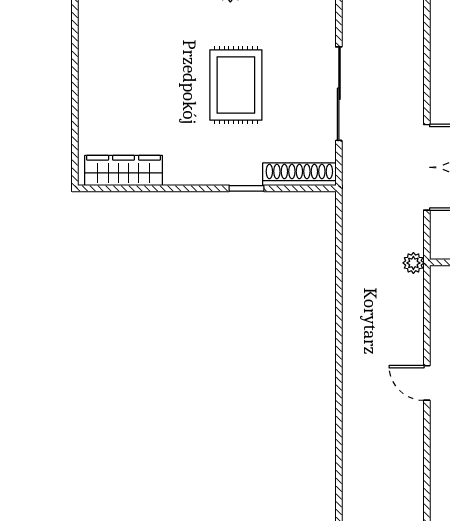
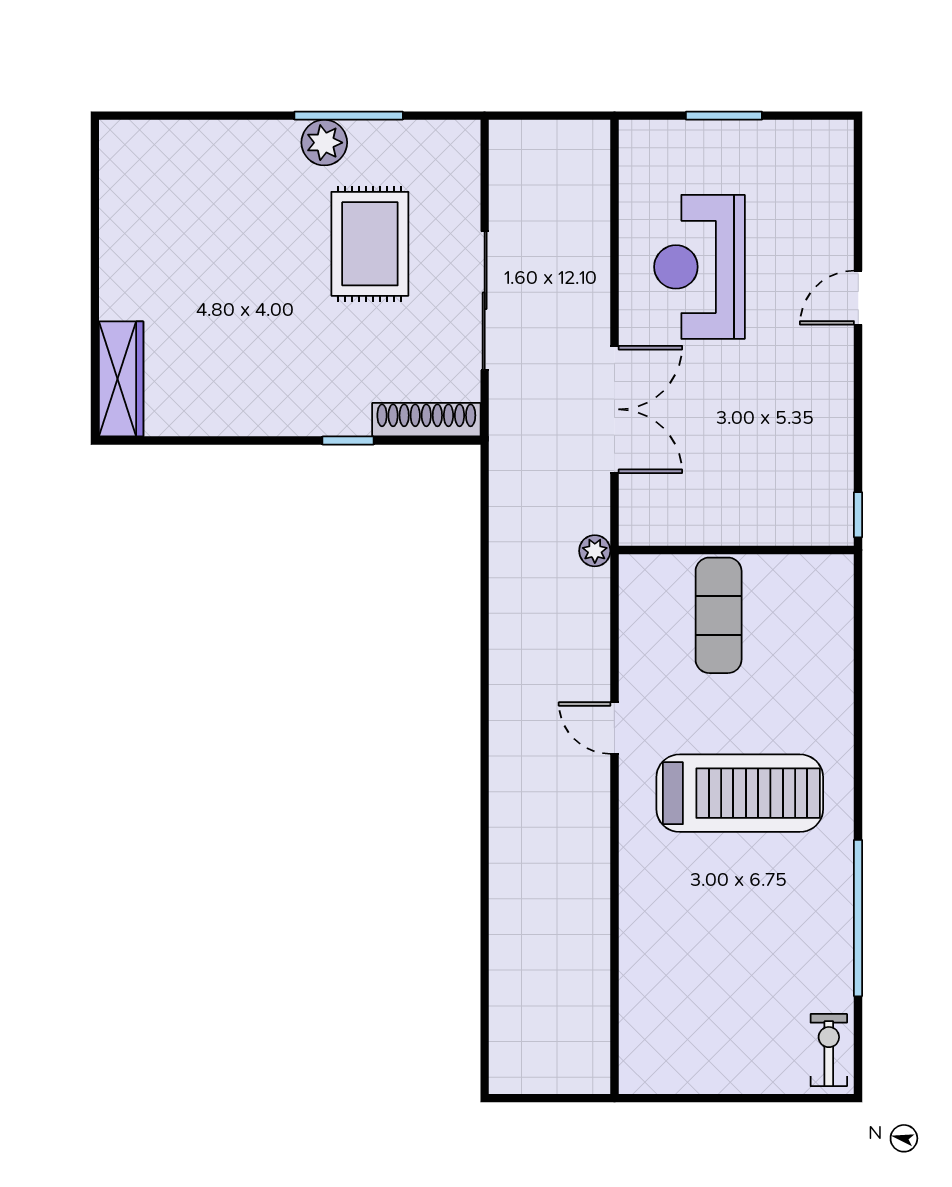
rug: (236, 85) -> (370, 244), moved
wardrobe: (124, 170) -> (121, 379), moved, turned 90

